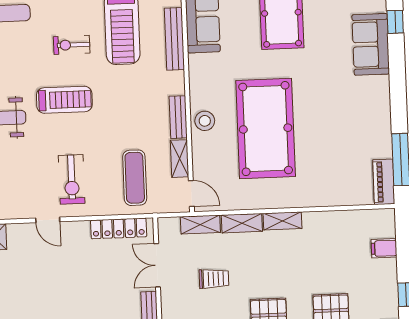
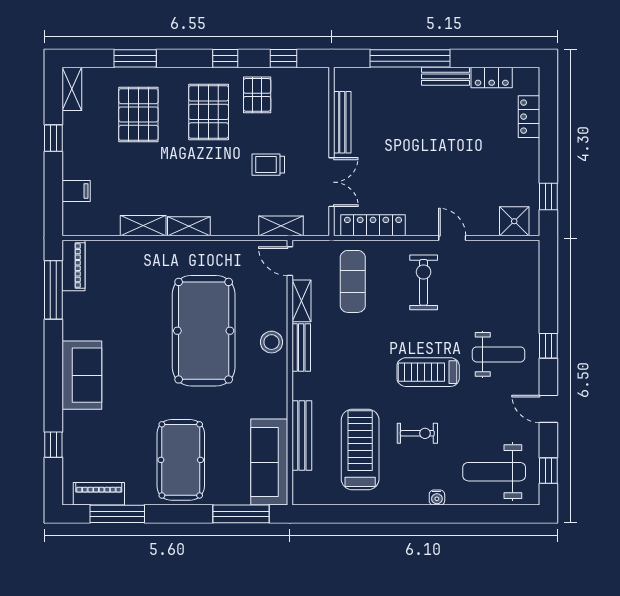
sofa: (371, 44) -> (82, 375), moved
shelving: (242, 223) -> (143, 226), moved

